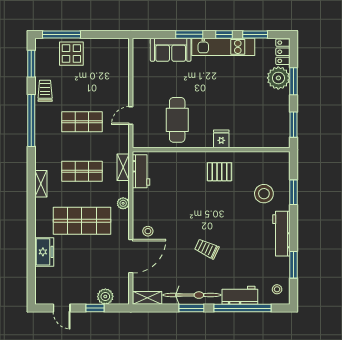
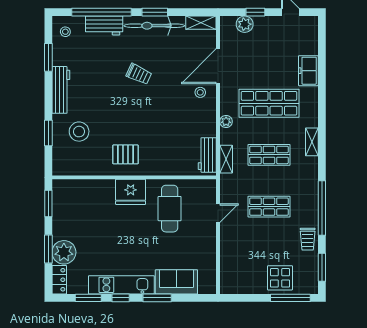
fridge: (221, 139) -> (131, 192), width x1.88, depth x1.34

